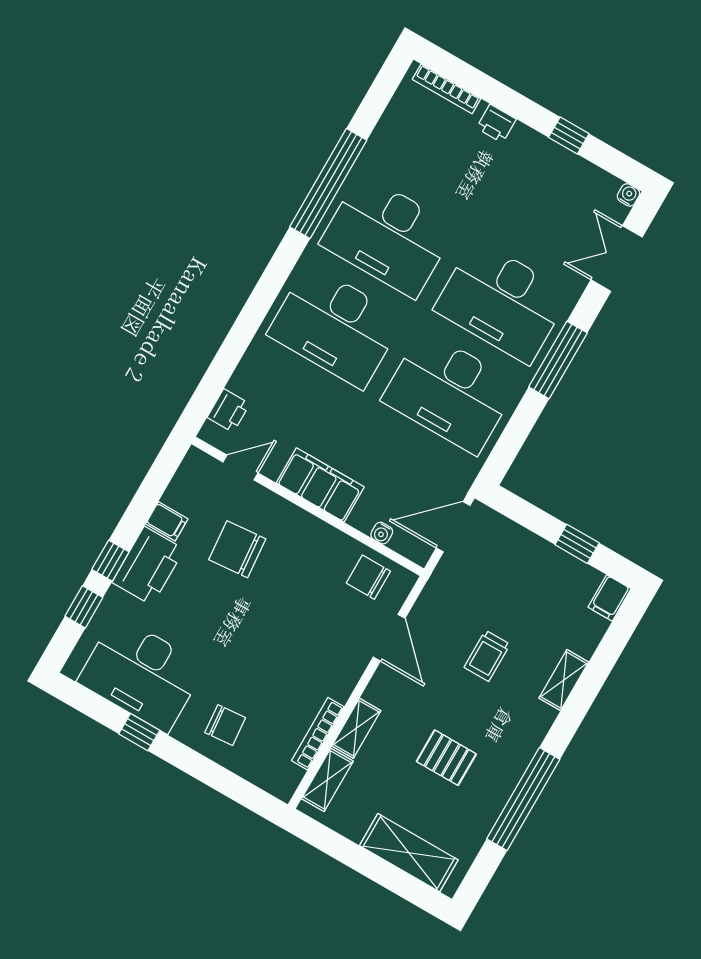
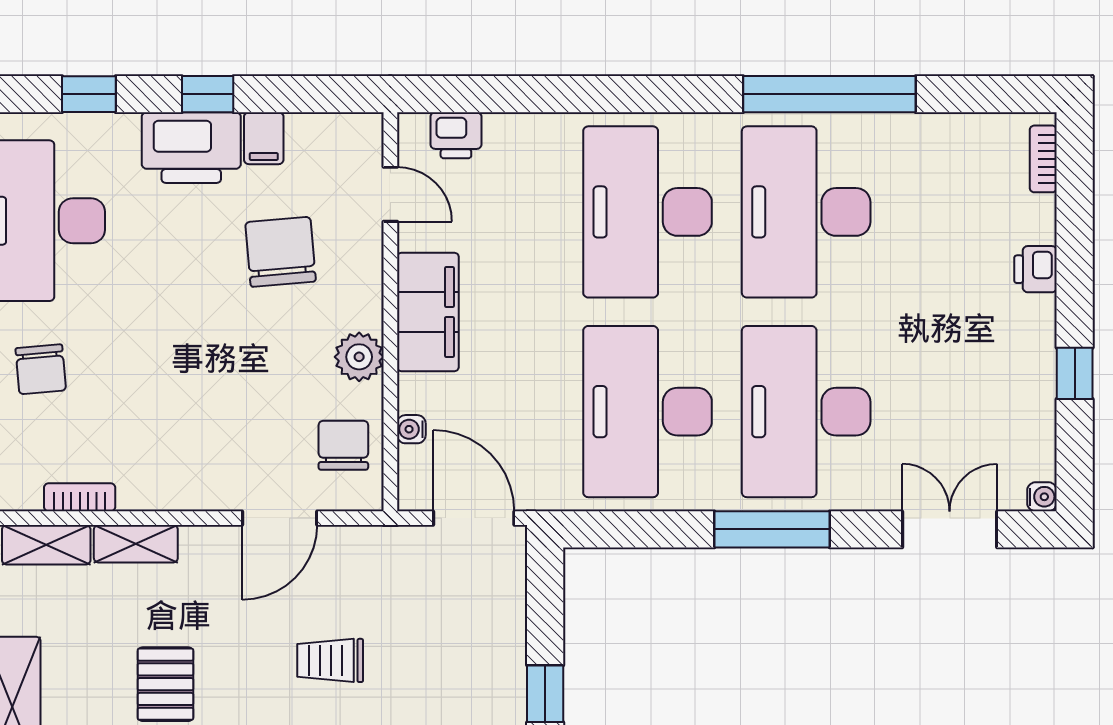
bookcase: (447, 89) -> (1043, 159), width x0.64
plant: (323, 539) -> (359, 357), added
window: (110, 561) -> (208, 94), moved
bookcase: (318, 734) -> (80, 497), width x0.64

